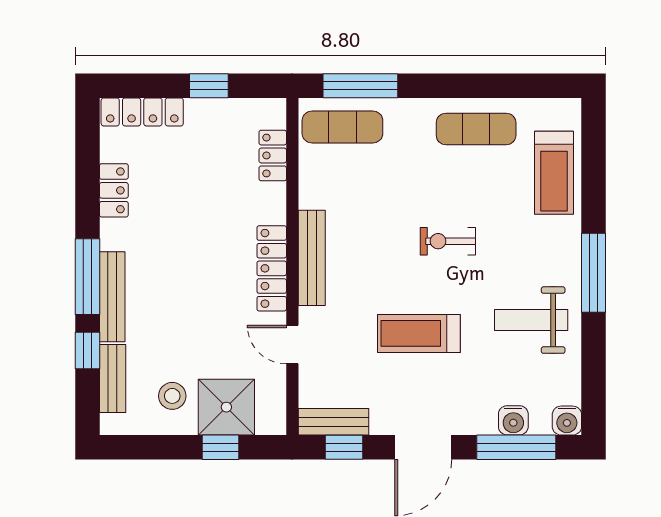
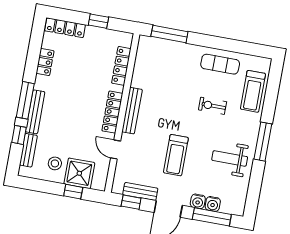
exercise mat: (342, 127) -> (158, 52), removed
locker: (273, 155) -> (121, 66), width x1.53
exercise bike: (448, 241) -> (212, 106), moved
treadmill: (419, 333) -> (176, 155), turned -90
water cooler: (567, 421) -> (198, 201), moved
bench: (334, 422) -> (140, 191), moved

